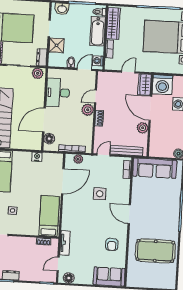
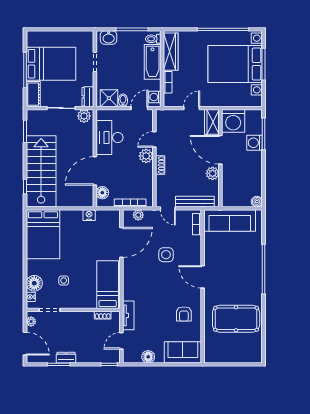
shower: (57, 45) -> (109, 98), moved
door: (103, 155) -> (168, 208), swing flipped
floor lamp: (69, 278) -> (148, 357), moved

